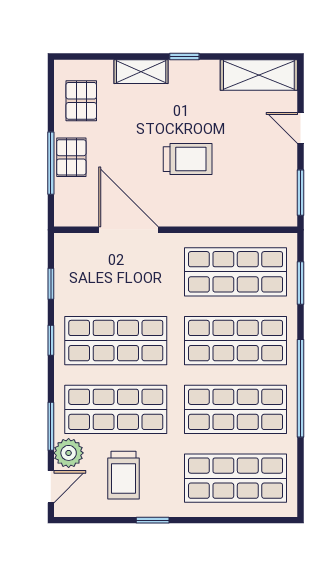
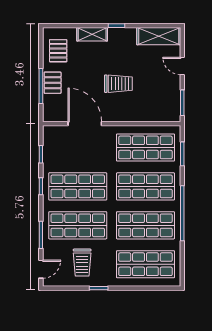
plant: (69, 453) -> (51, 250), removed

